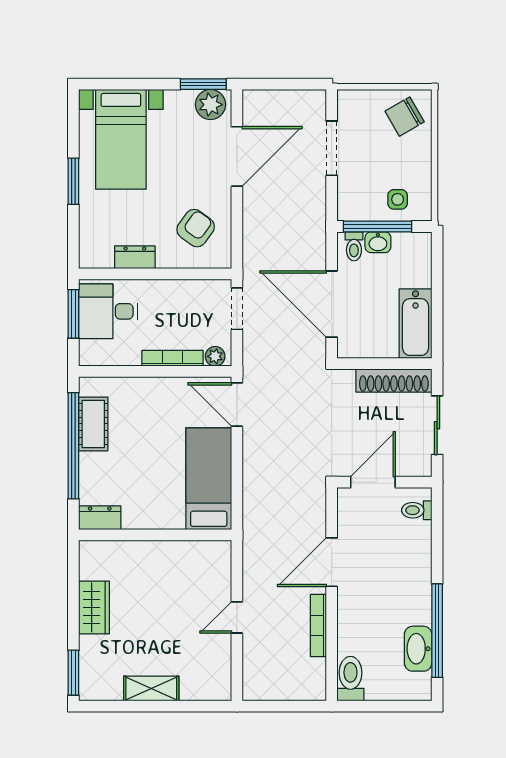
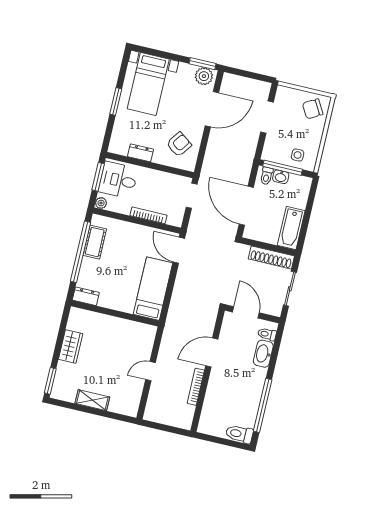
plant: (215, 356) -> (101, 203), moved
door: (373, 482) -> (246, 312), hinge flipped
washbasin: (418, 649) -> (263, 354), moved
toilet: (350, 679) -> (239, 434), moved, turned -90

